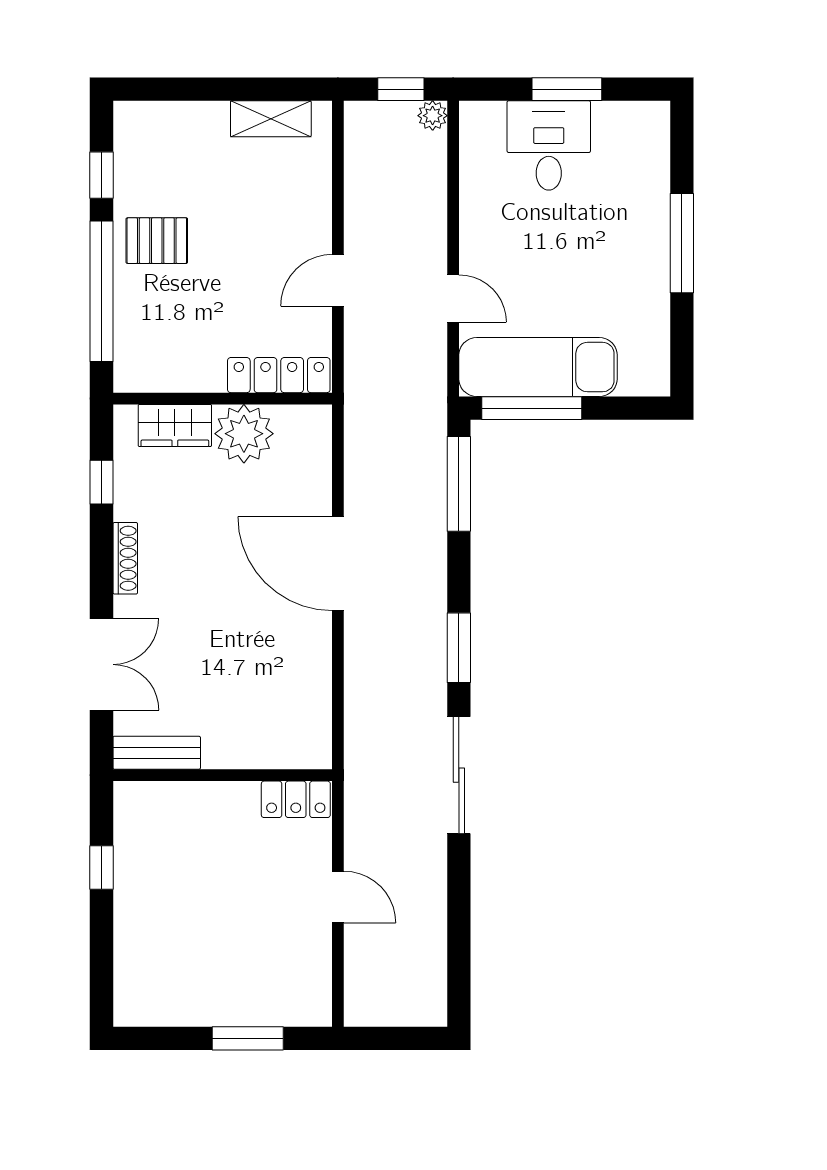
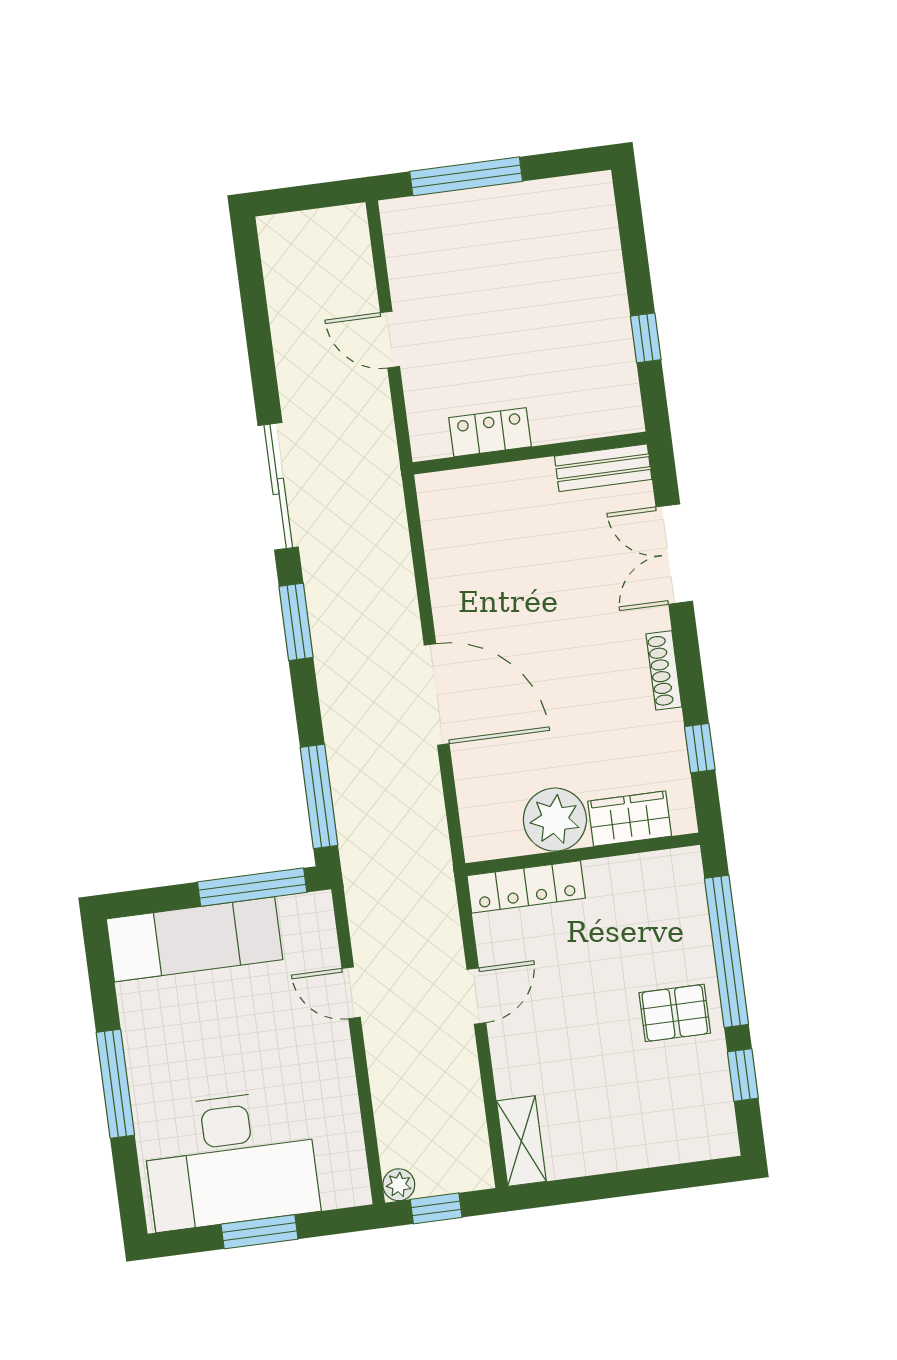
shelving: (271, 119) -> (521, 1141), moved, turned 90
desk: (549, 145) -> (230, 1160), width x1.87, depth x1.30
exam couch: (538, 367) -> (195, 939), moved
locker: (296, 799) -> (490, 432), moved
window: (248, 1038) -> (466, 176), width x1.44

